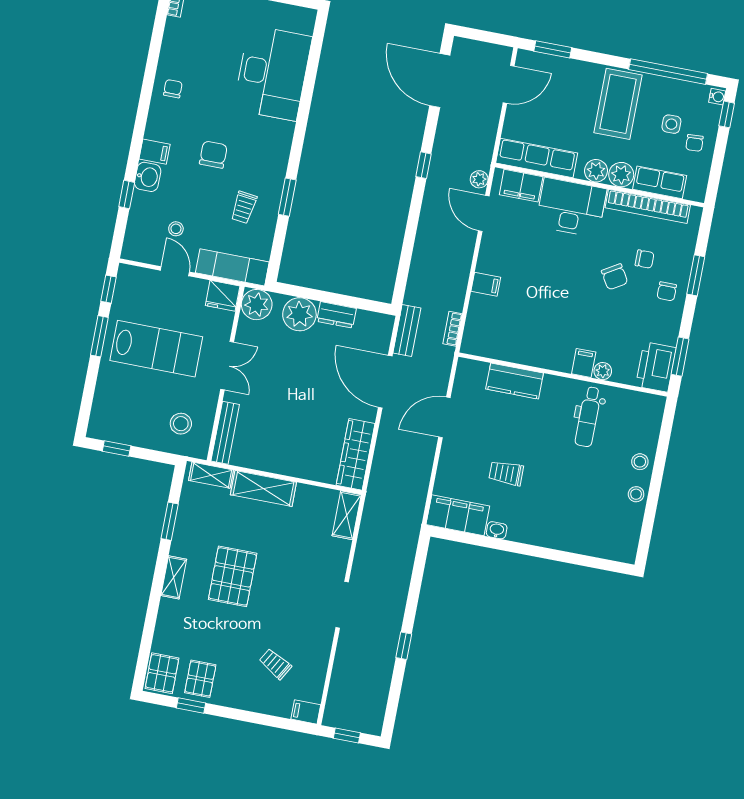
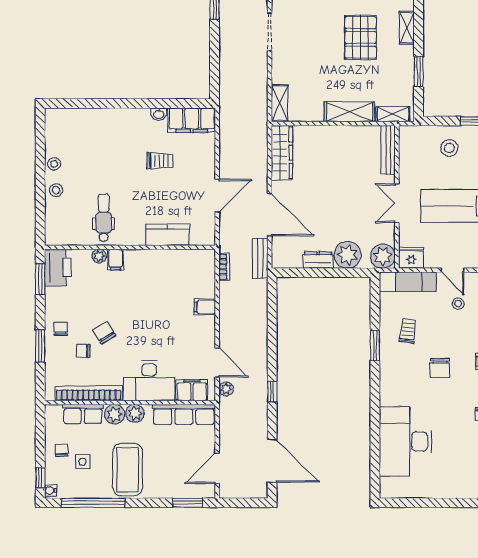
stool: (181, 424) -> (449, 148), moved

